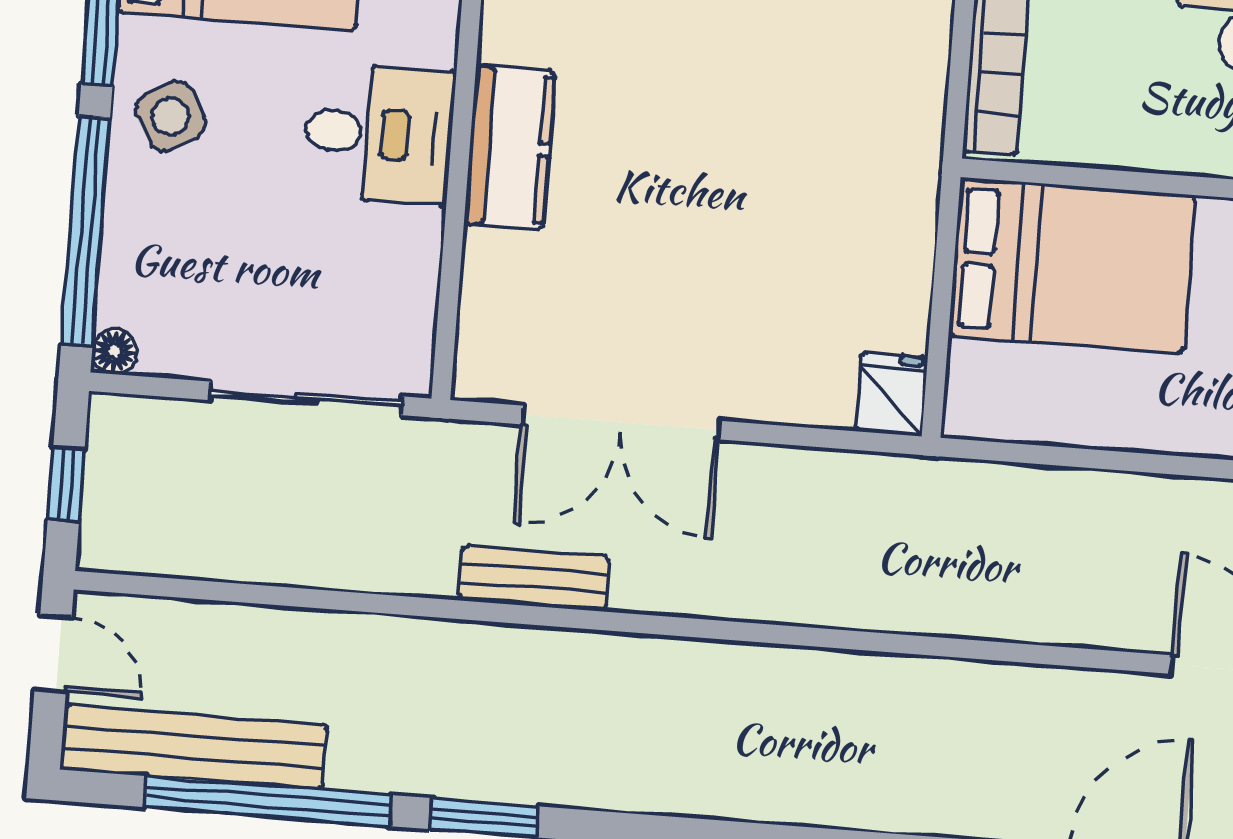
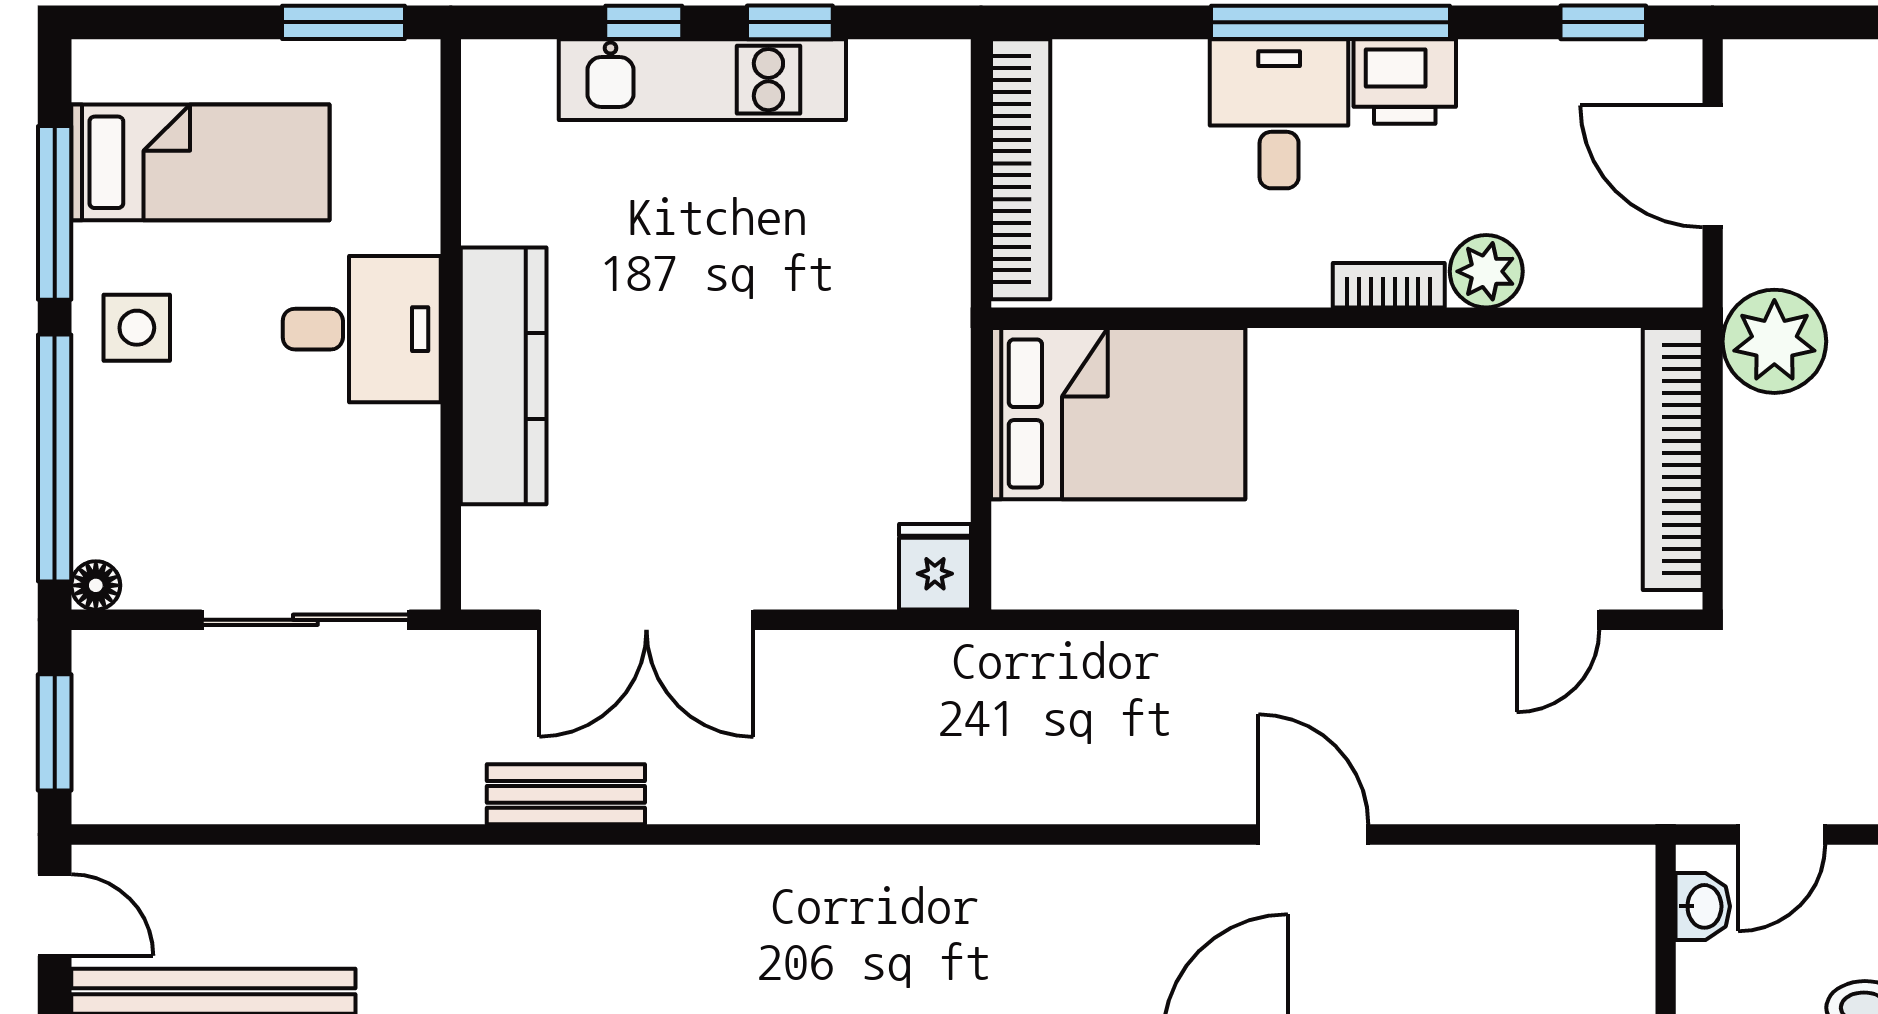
side table: (171, 116) -> (137, 328), turned 30
kitchen counter: (509, 147) -> (504, 376), width x1.50
window: (66, 485) -> (55, 732), width x1.50

